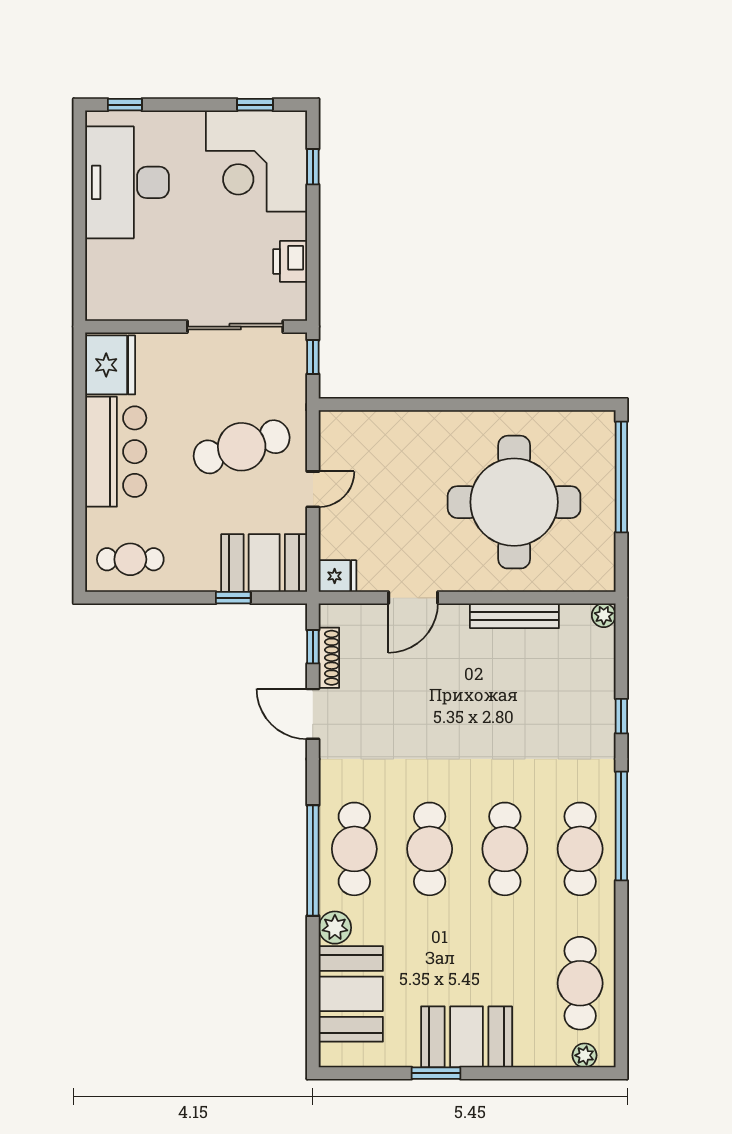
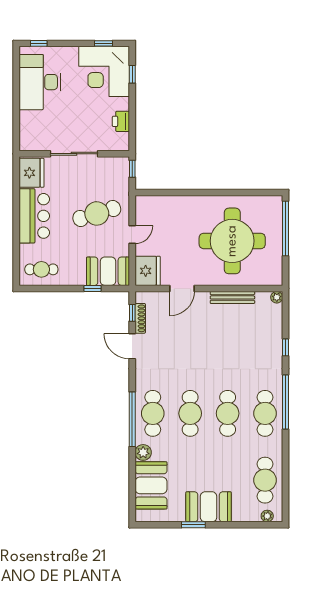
sliding door: (235, 327) -> (74, 154), moved
fridge: (338, 576) -> (148, 271), width x1.88, depth x1.34

